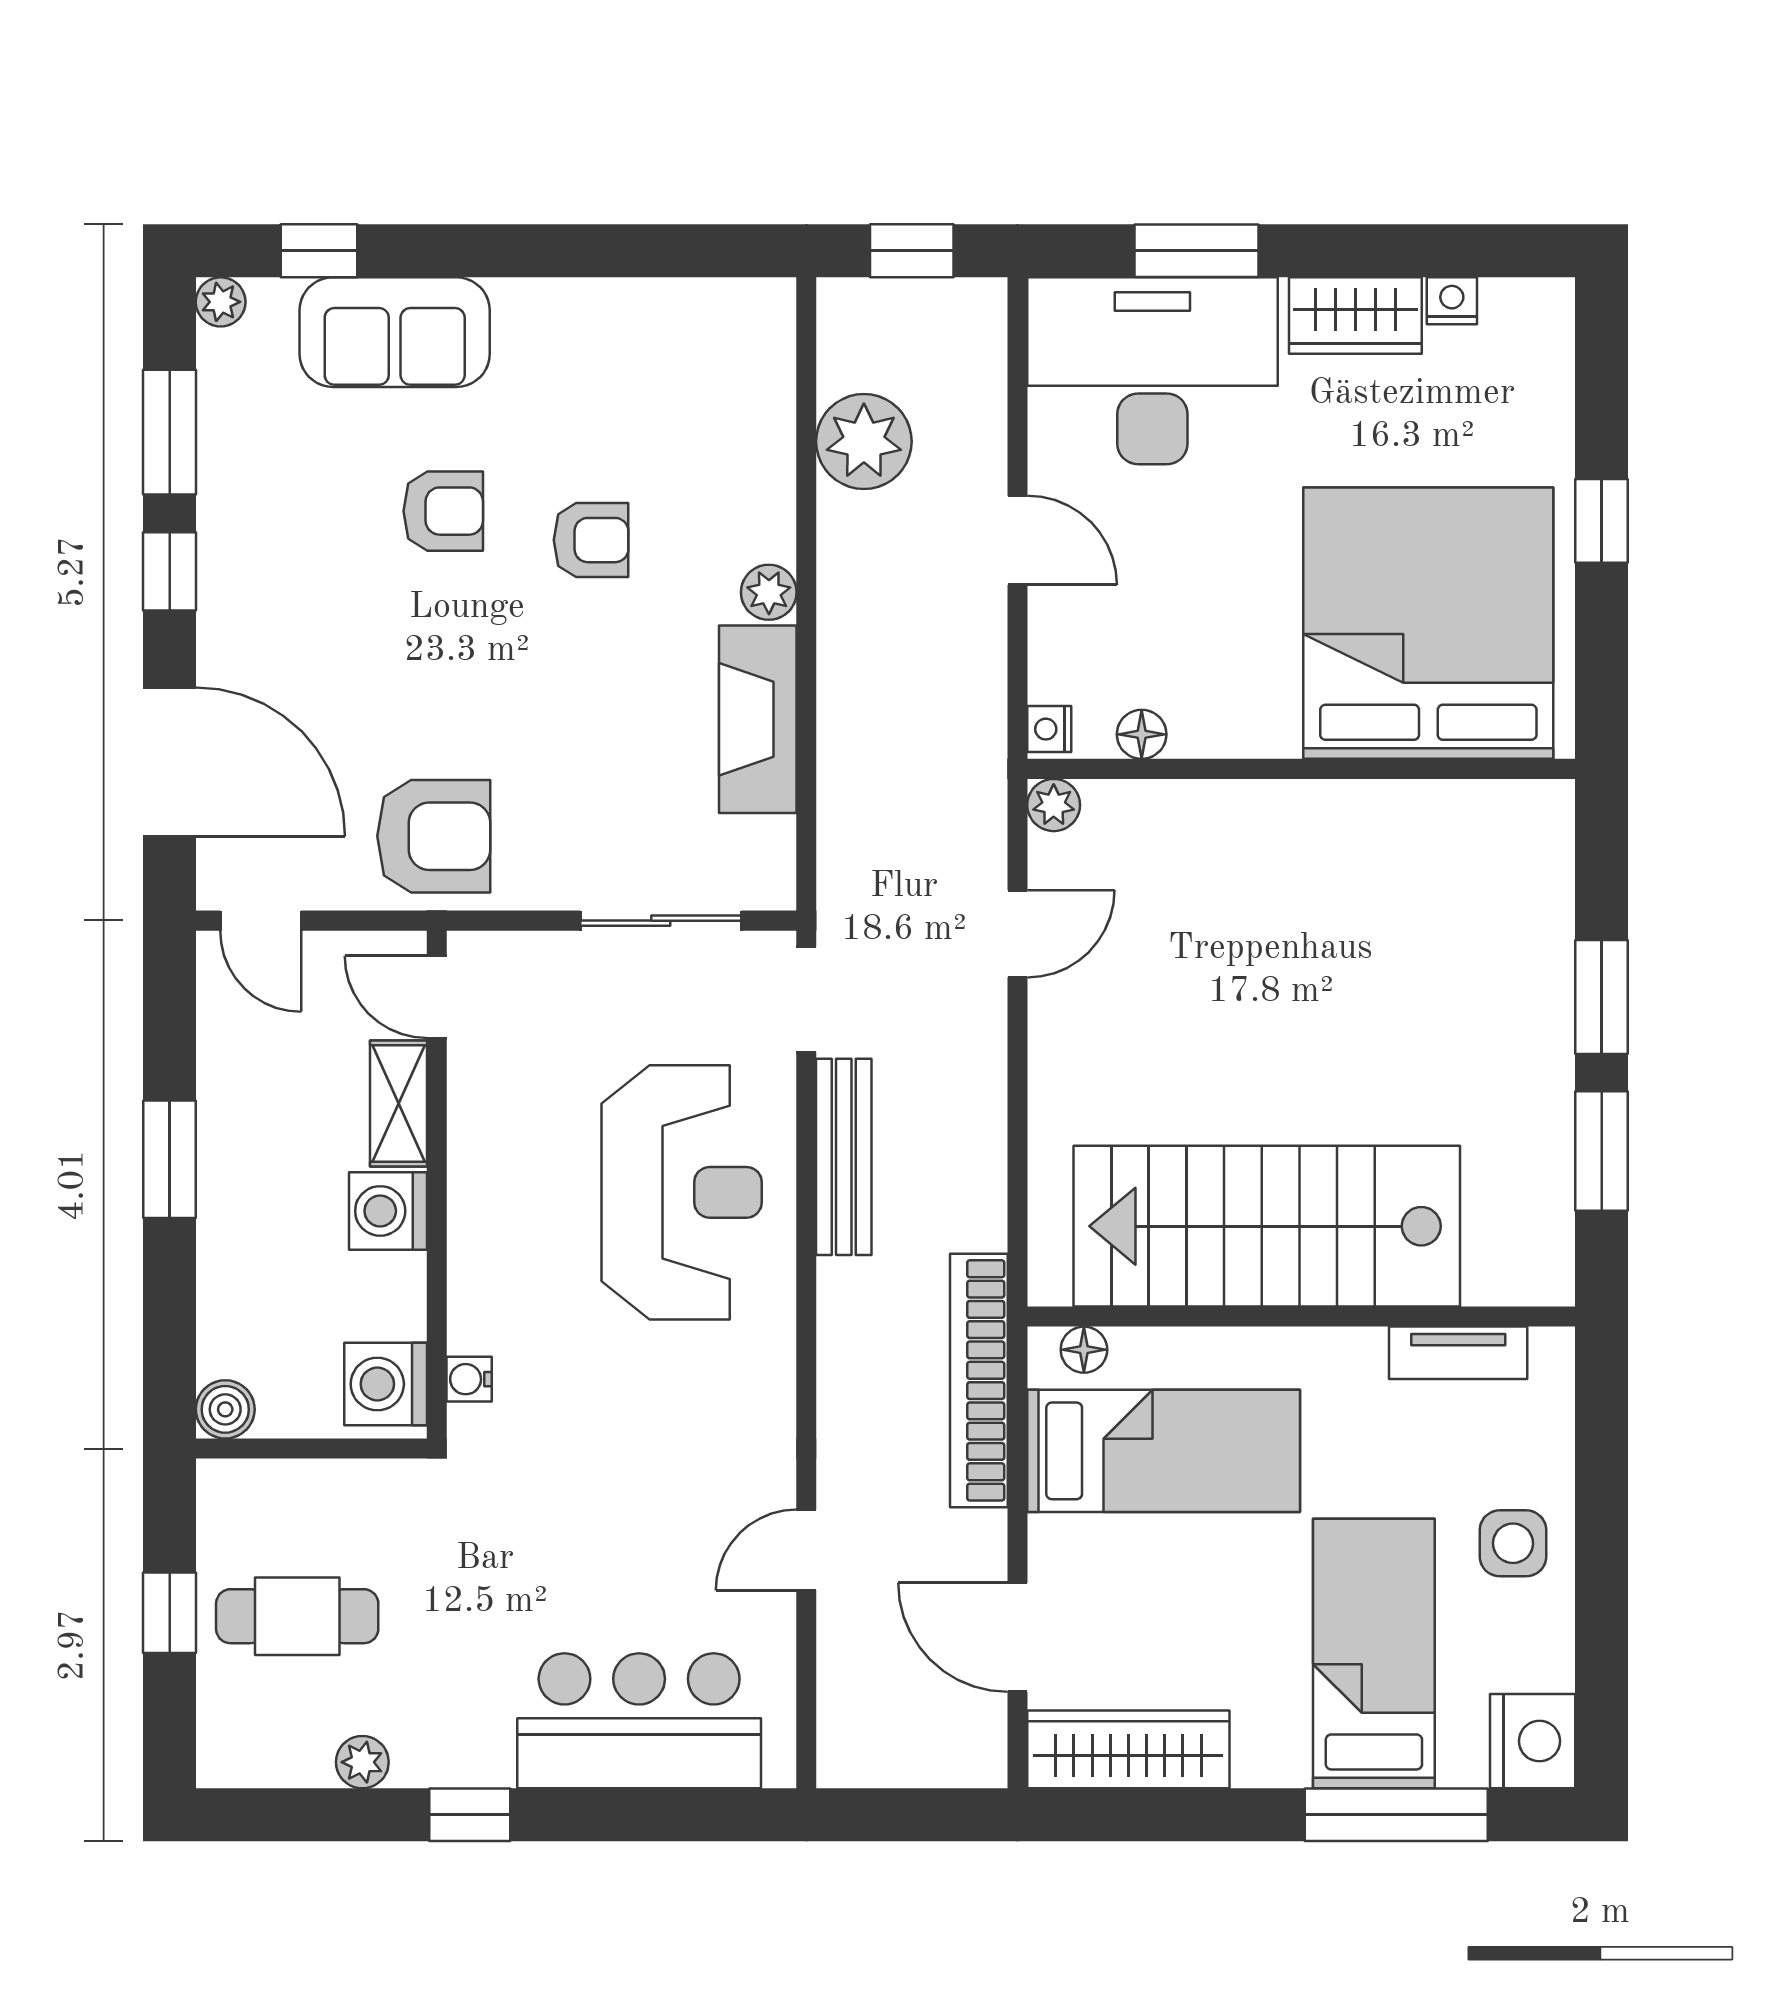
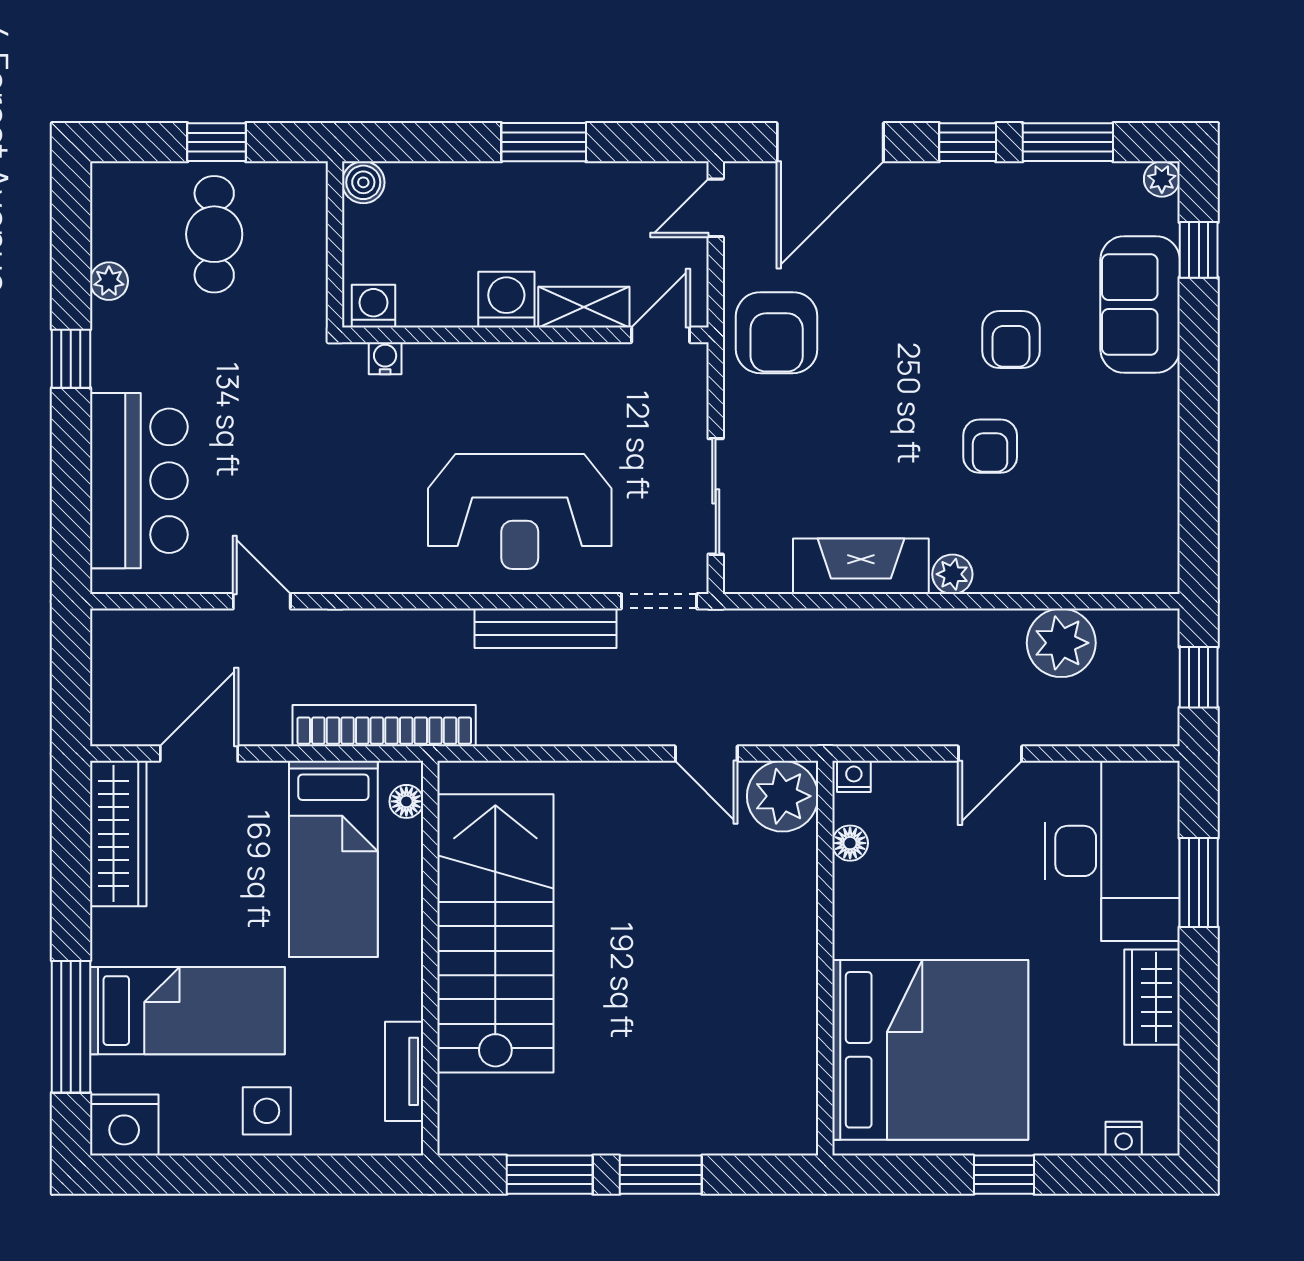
nightstand: (1452, 301) -> (1124, 1139), moved, turned 90
plant: (1054, 805) -> (783, 796), width x1.87, depth x1.87
washing machine: (386, 1384) -> (373, 306), width x0.73, depth x0.73

